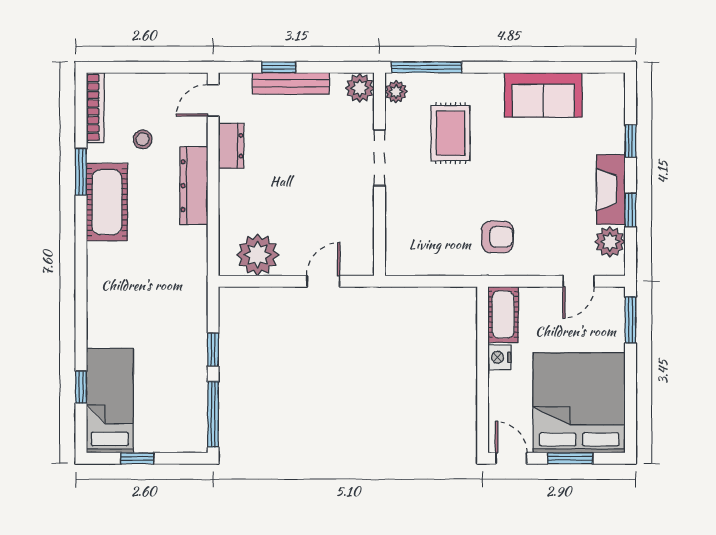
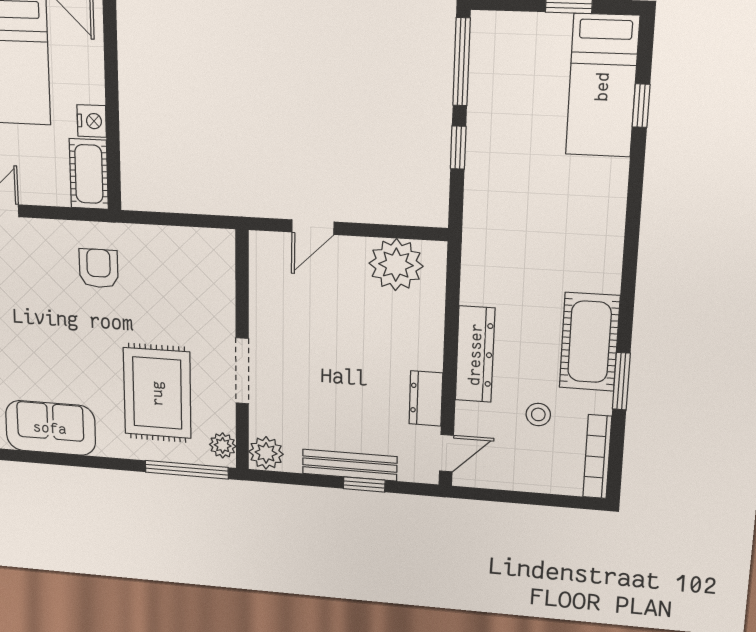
rug: (451, 133) -> (157, 393), width x1.36, depth x1.43
armchair: (497, 237) -> (99, 268), turned 90

